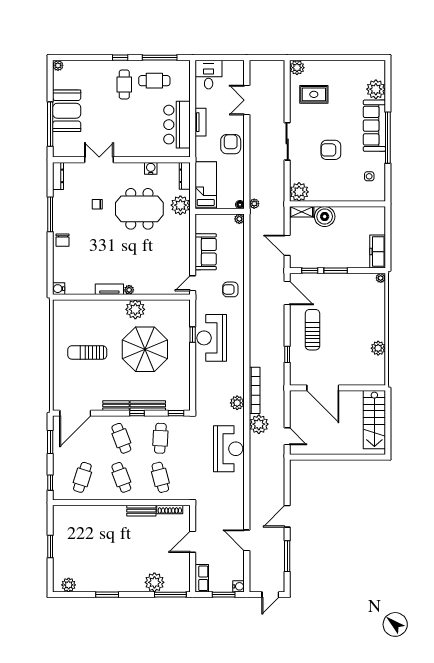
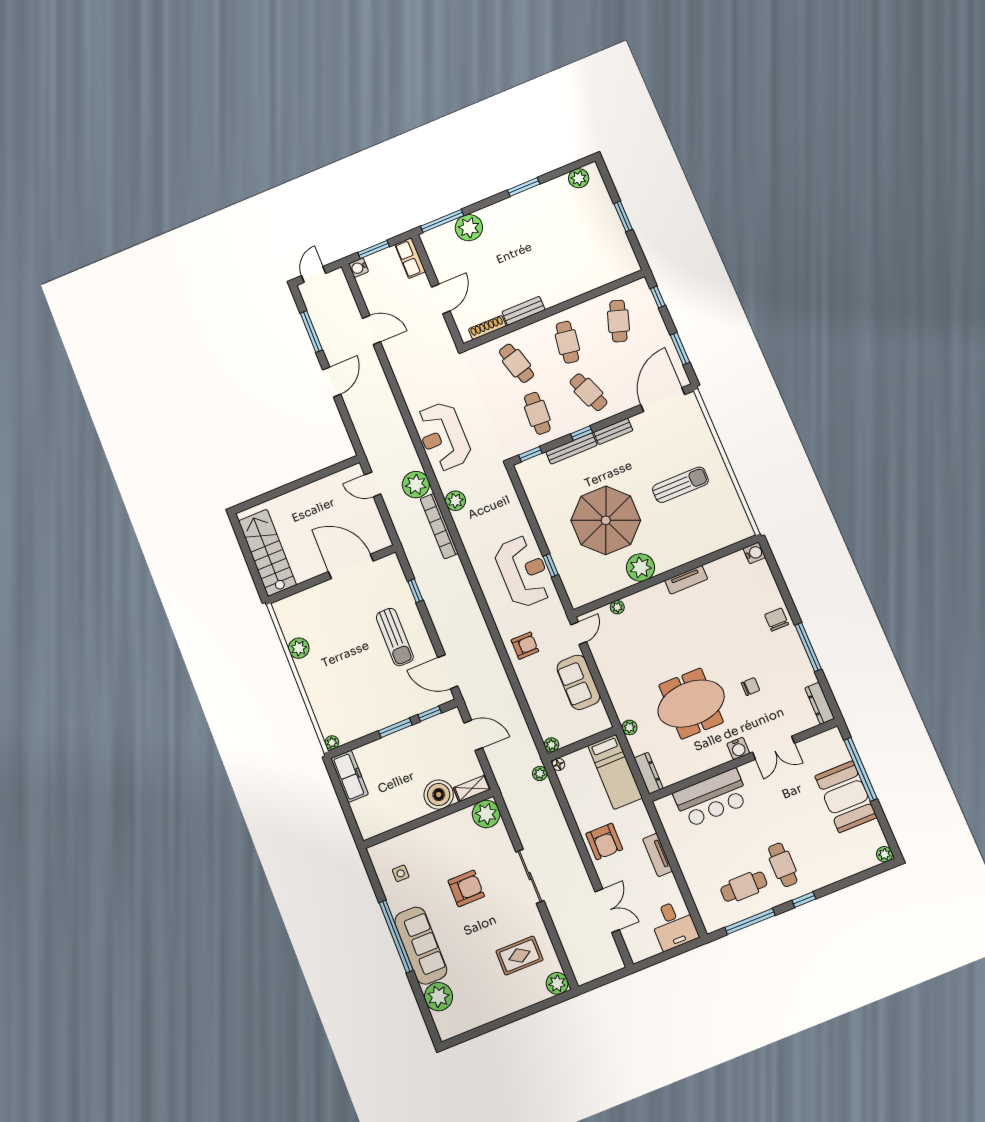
bar counter: (177, 125) -> (711, 798), moved, turned 90
water cooler: (151, 168) -> (738, 748), moved
plant: (180, 205) -> (629, 727), width x0.53, depth x0.53
plant: (129, 290) -> (617, 607), moved
cafe table: (121, 477) -> (567, 342), turned 30

